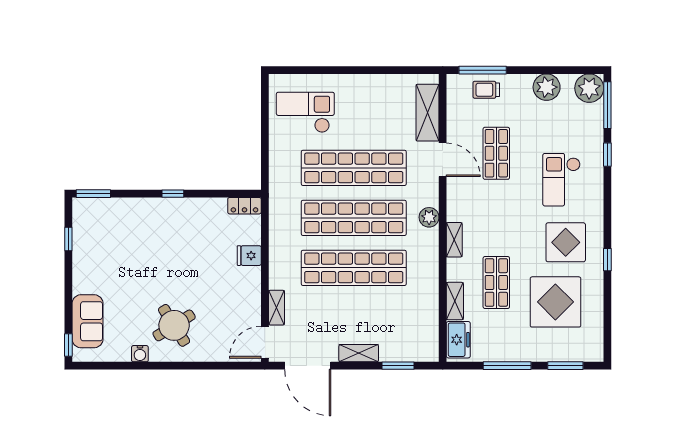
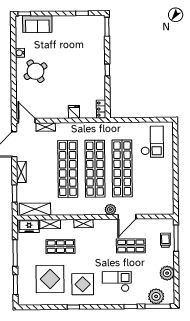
plant: (589, 88) -> (156, 296), moved
shelving: (427, 113) -> (35, 209), moved
plant: (429, 217) -> (110, 210), moved

